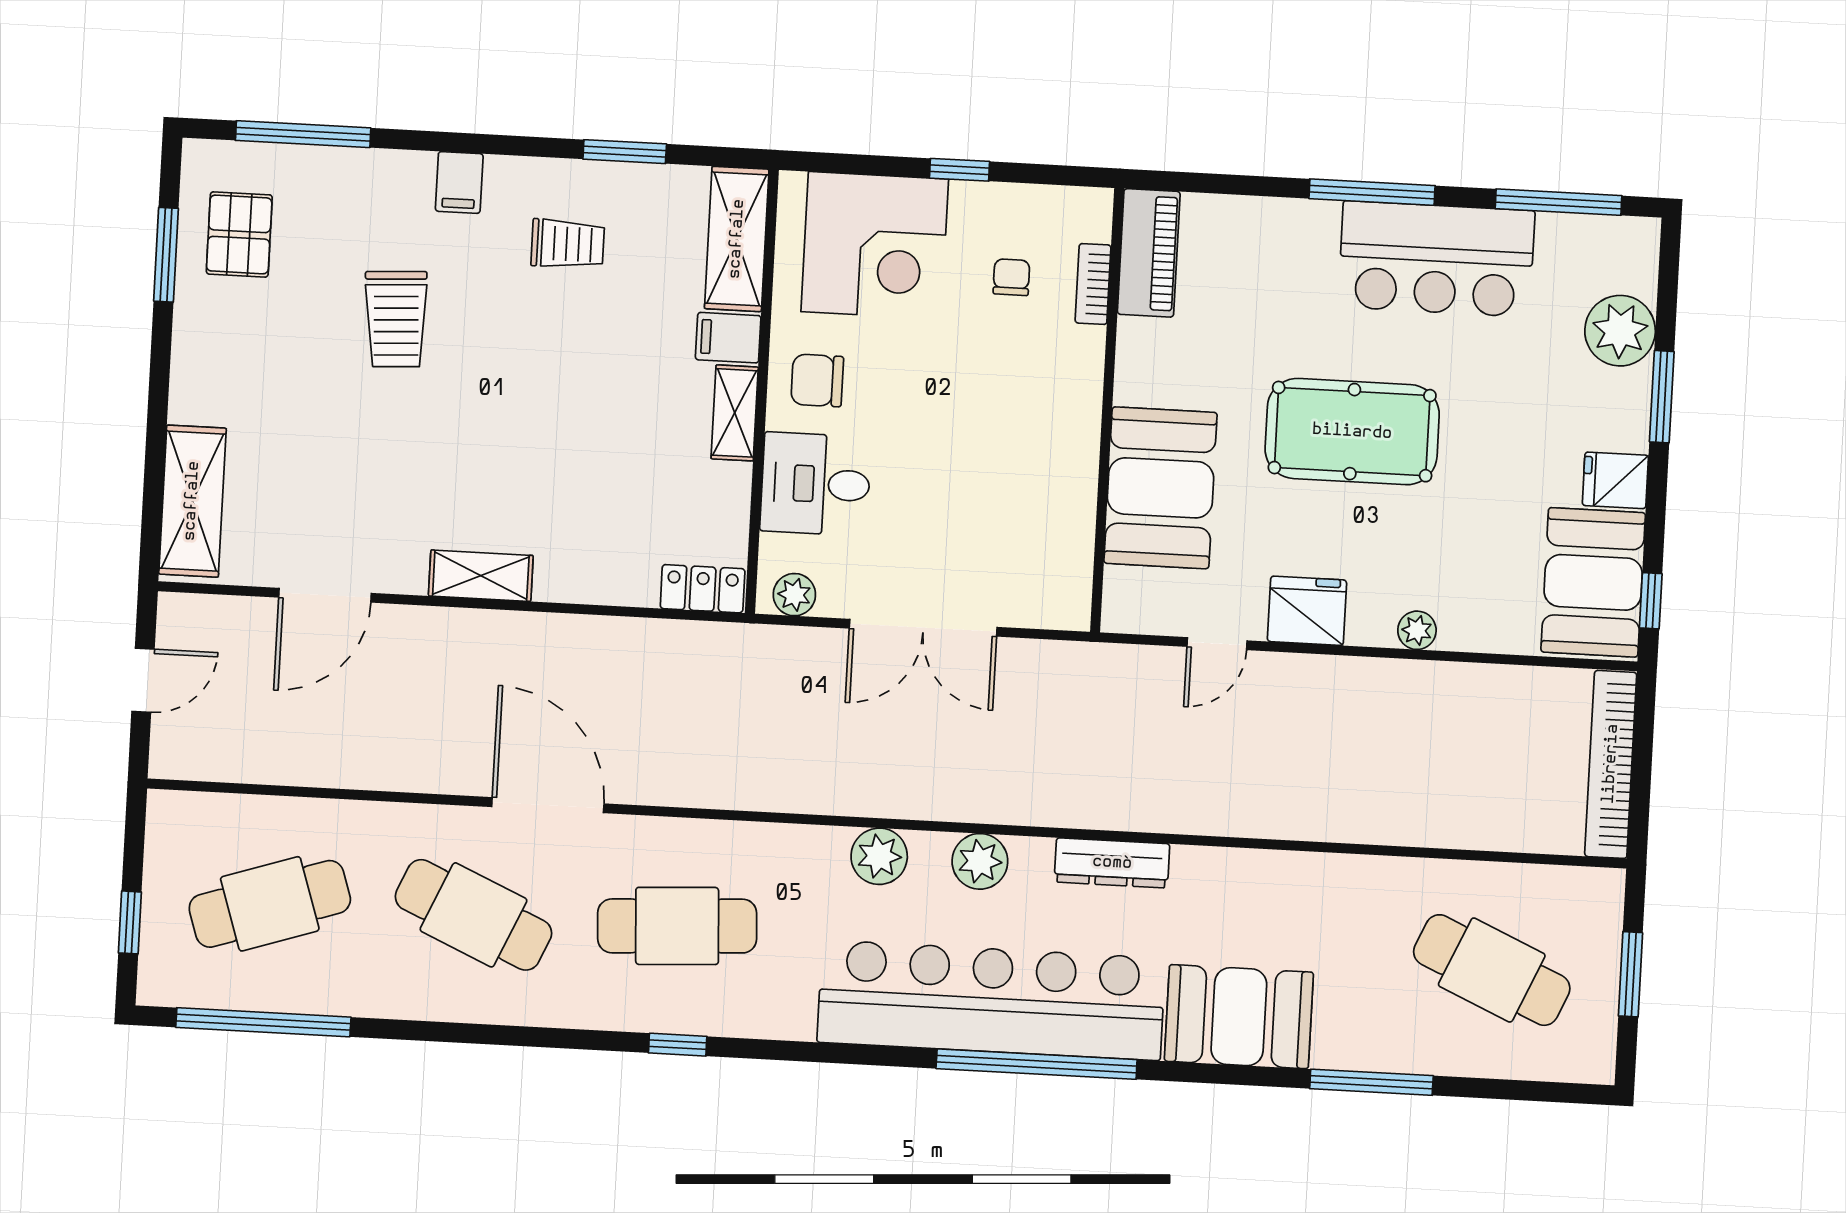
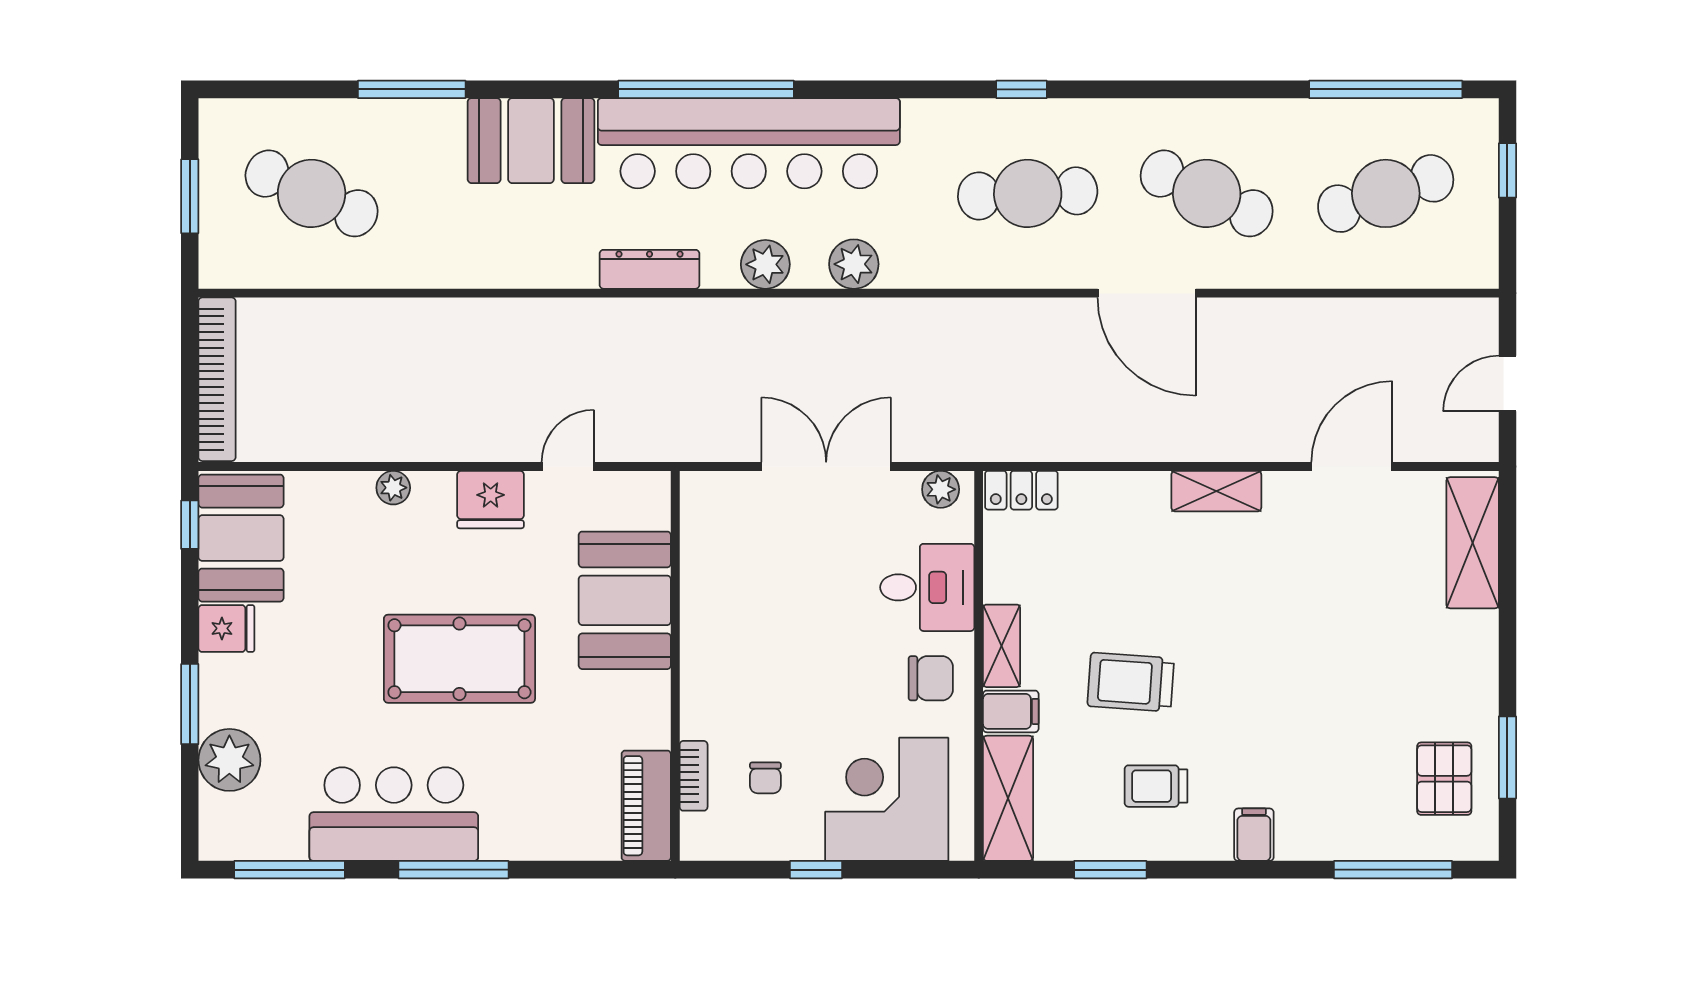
trolley: (396, 319) -> (1131, 682), moved, turned -83

